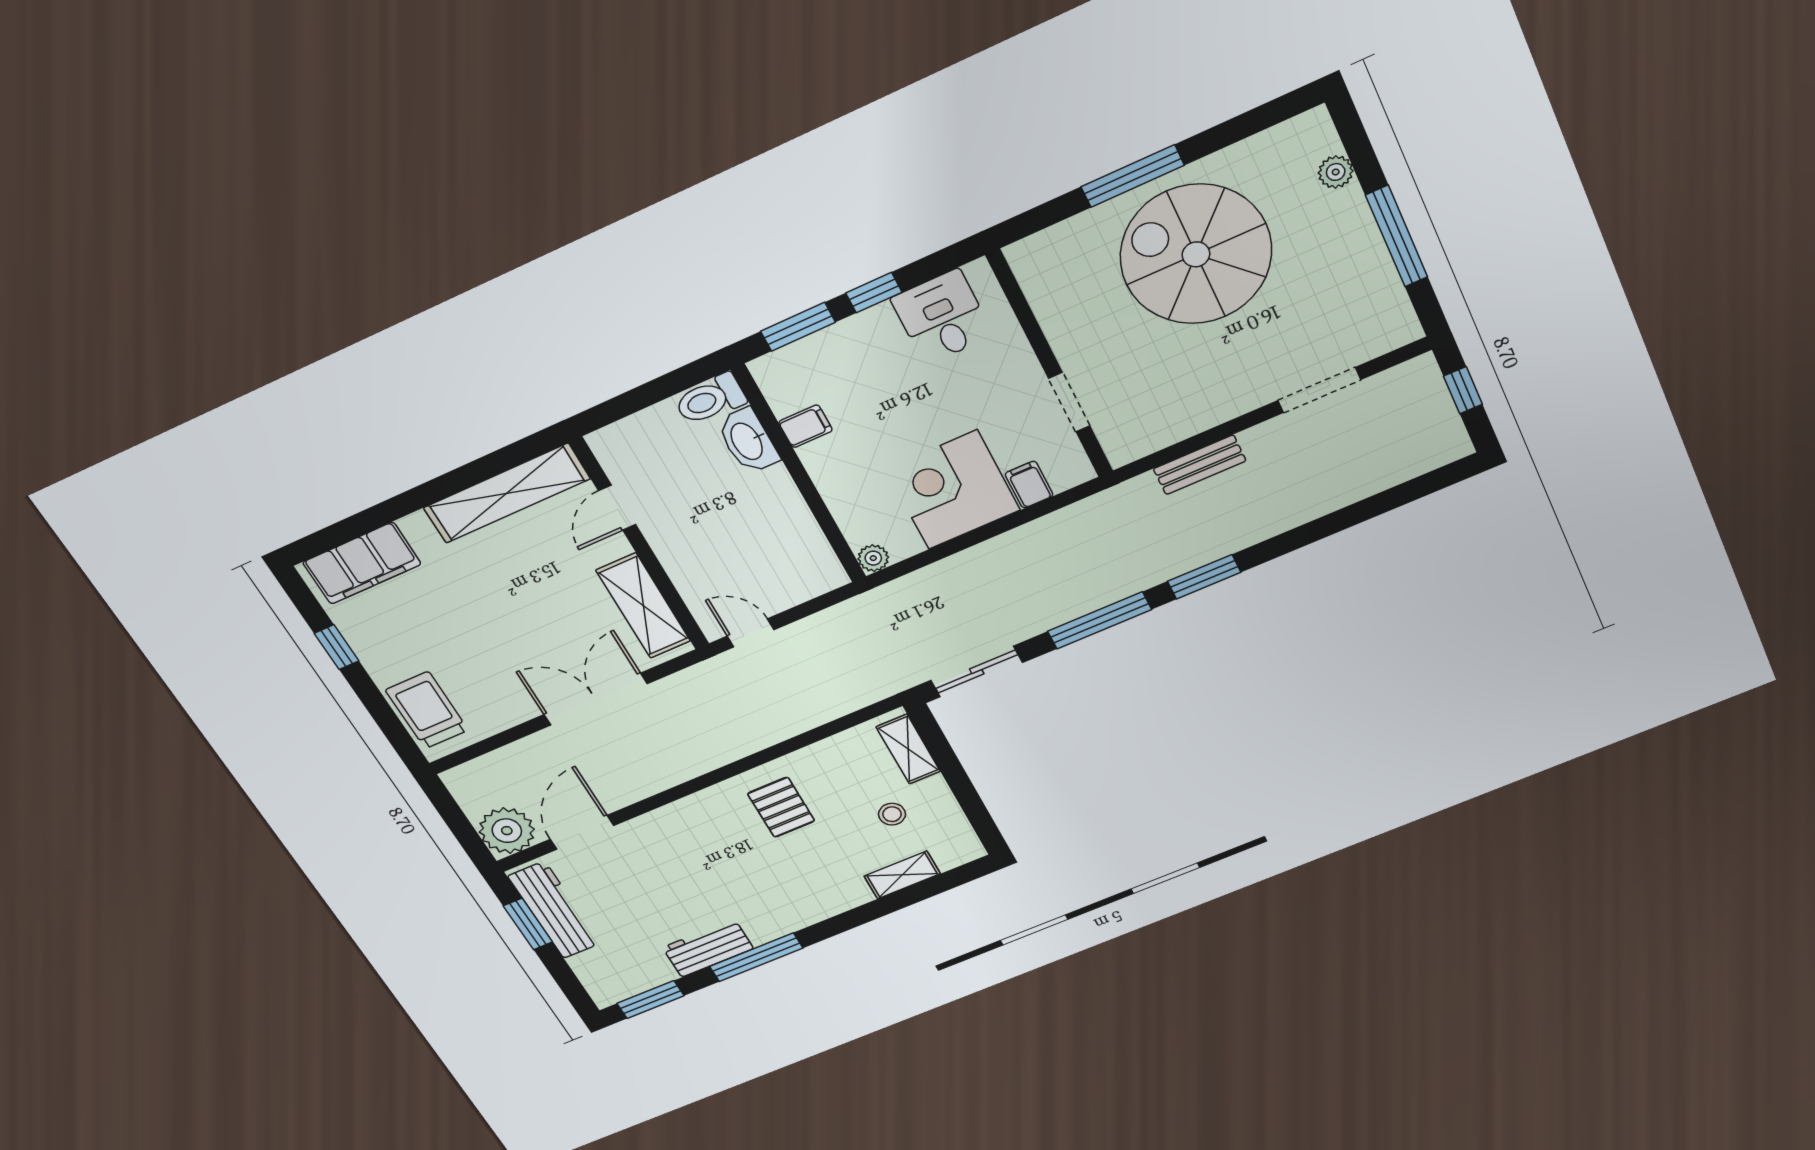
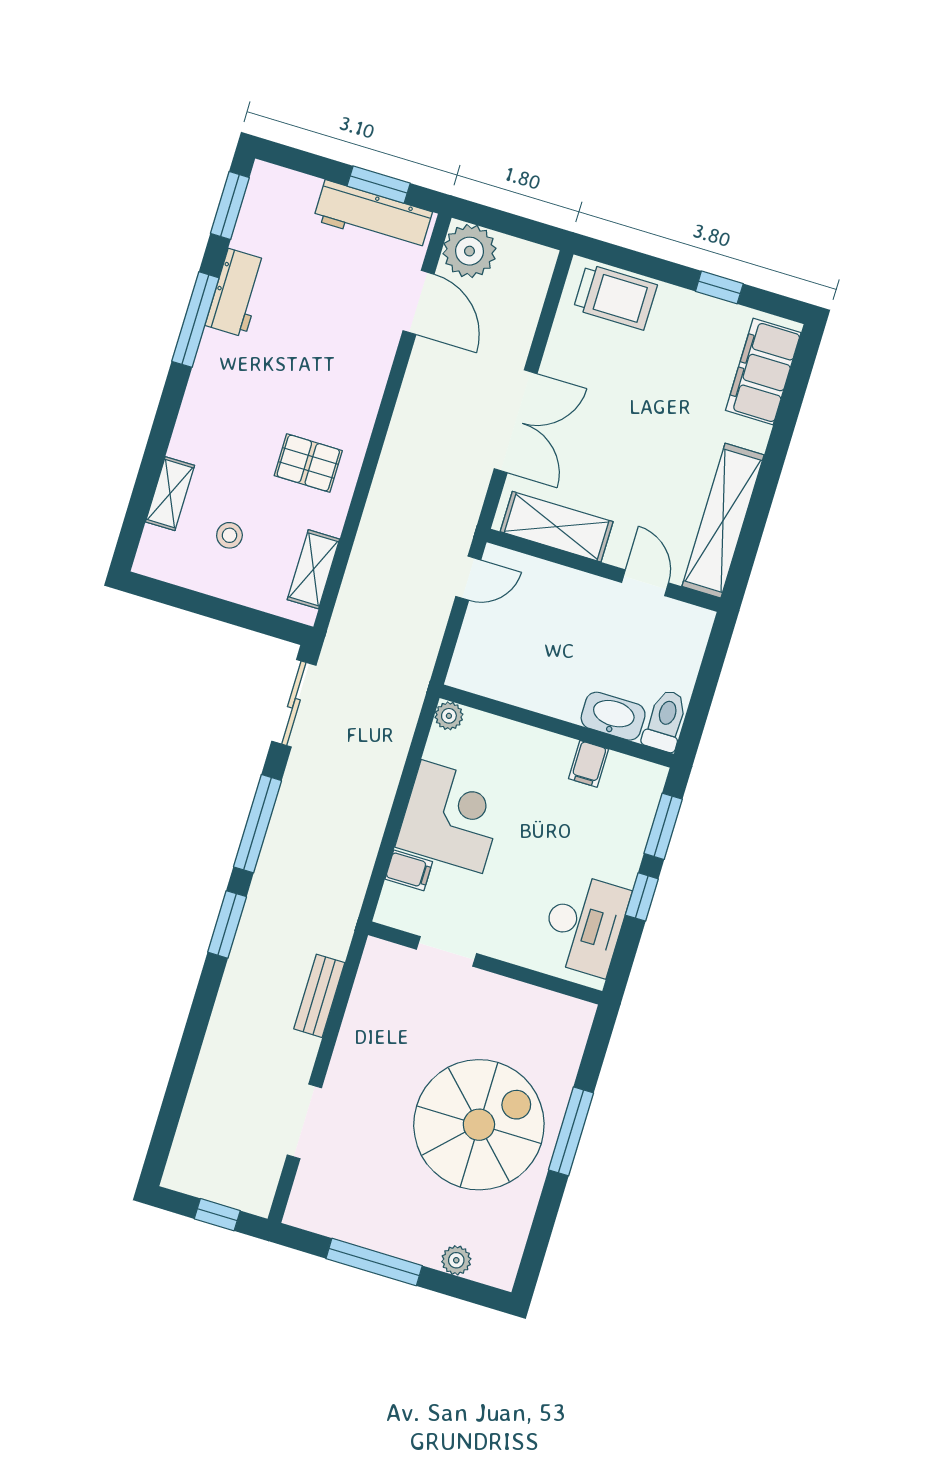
desk: (942, 317) -> (584, 925), width x1.37
shelving: (908, 749) -> (313, 569), moved, turned 90

